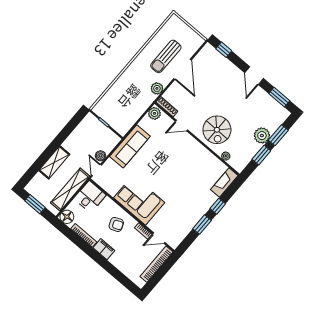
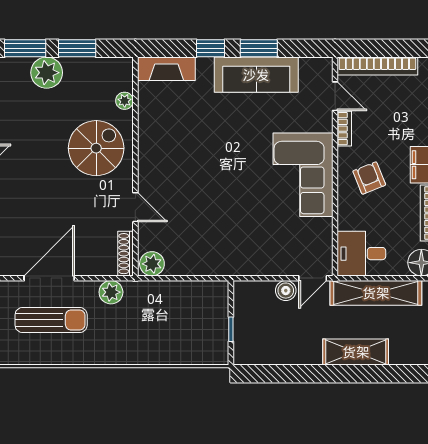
sofa: (130, 146) -> (256, 75), moved, turned 180

